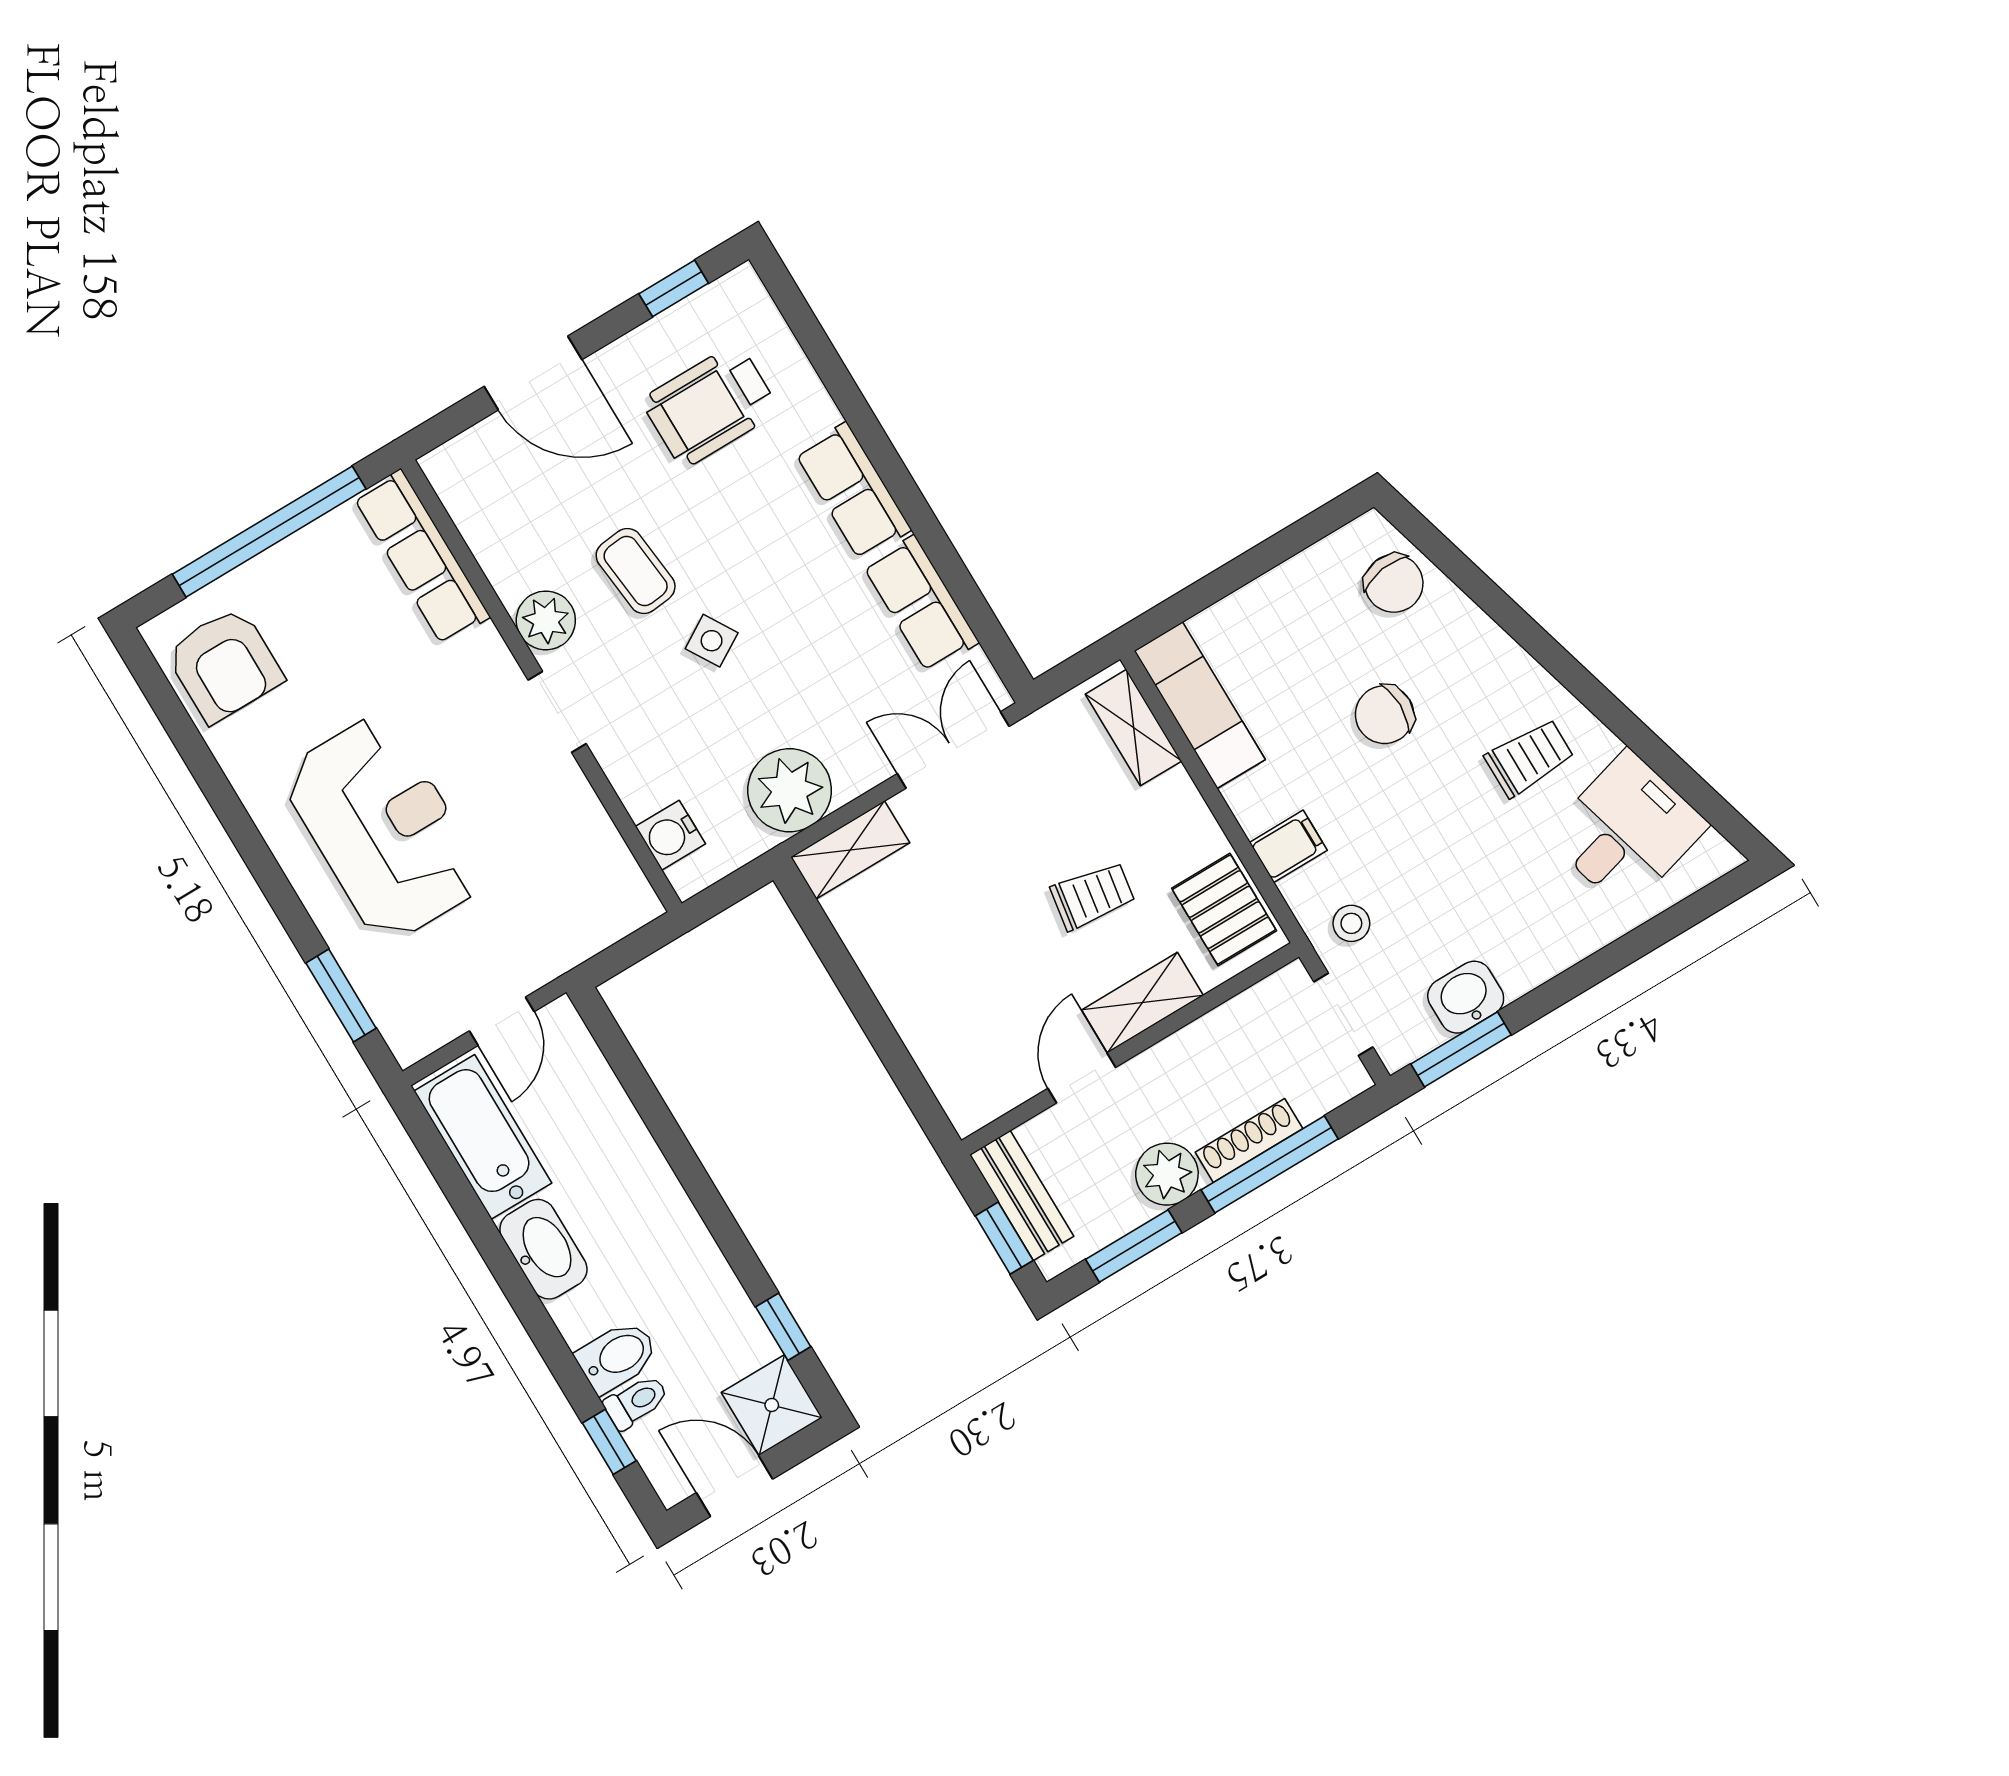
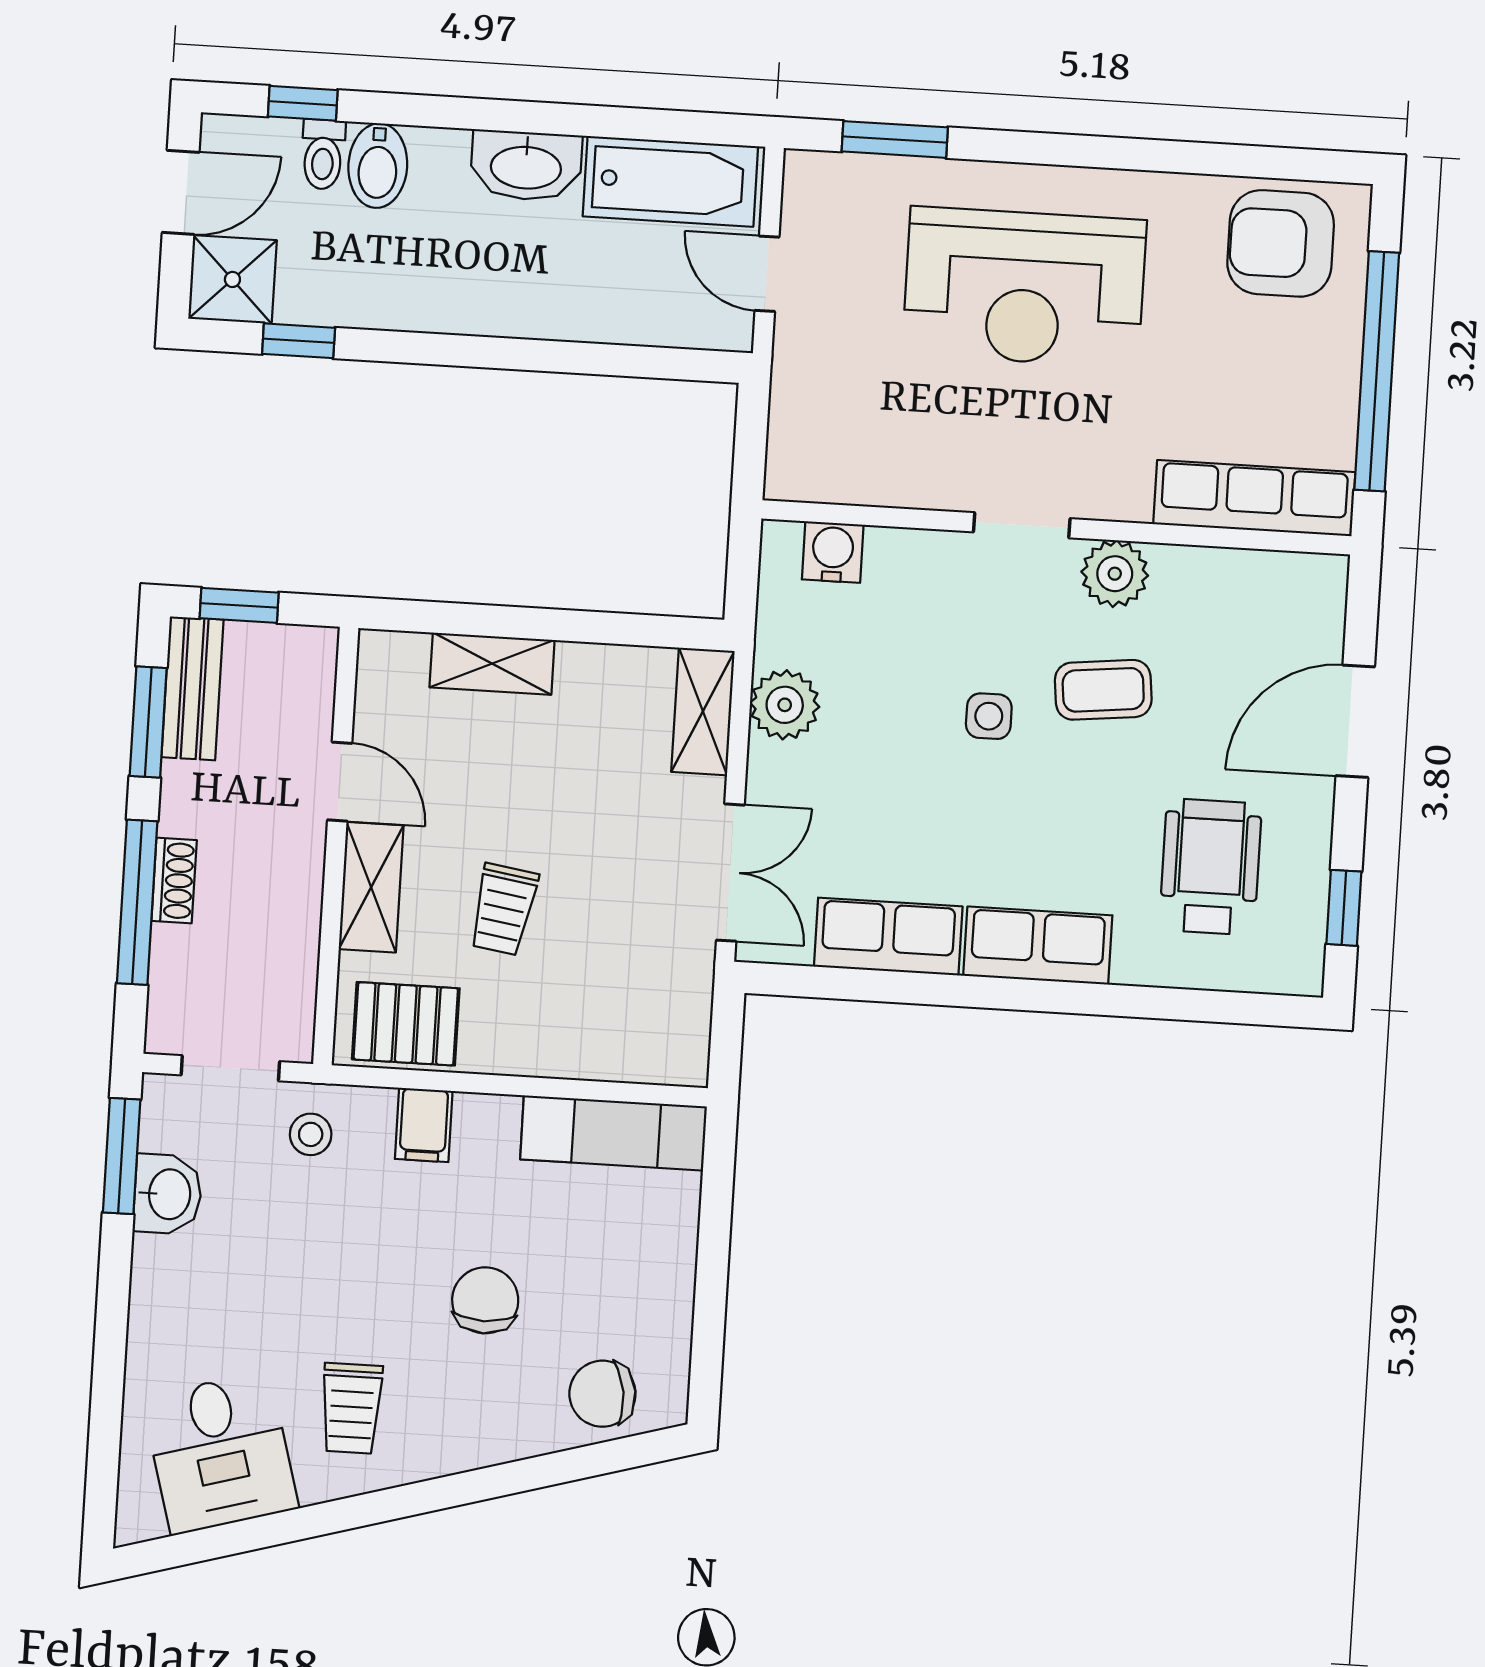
side table: (712, 641) -> (989, 716), turned 31
shelving: (1134, 728) -> (492, 664), moved
plant: (790, 790) -> (785, 705), width x0.73, depth x0.73
shoe rack: (1249, 1140) -> (174, 880), width x0.70
plant: (1167, 1174) -> (194, 800), removed
bench: (1022, 1195) -> (192, 688), moved, turned 90

